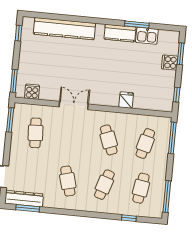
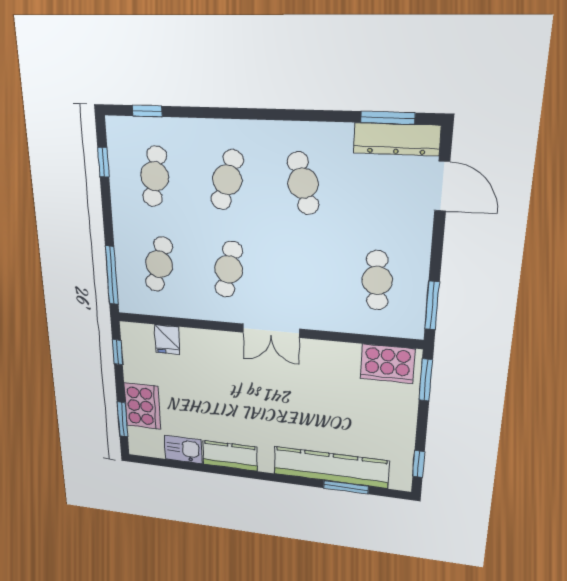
window: (137, 25) -> (346, 487), moved
cooker: (170, 62) -> (142, 406), width x1.87, depth x1.31
cooker: (32, 92) -> (387, 364), width x1.87, depth x1.31
fridge: (126, 100) -> (167, 340), moved
double door: (74, 105) -> (271, 331), moved
cafe table: (109, 140) -> (229, 269), turned 33
window: (167, 196) -> (103, 162), width x0.46
window: (129, 218) -> (147, 111), moved

